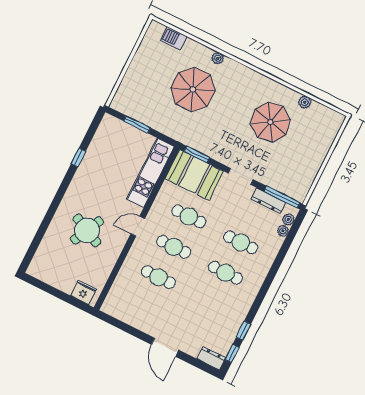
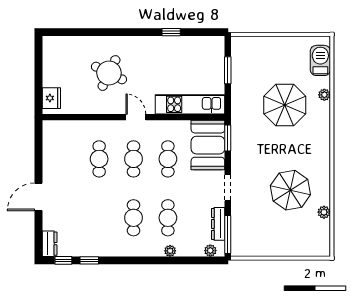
barbecue: (174, 38) -> (320, 60), width x1.38, depth x1.27
plant: (218, 58) -> (324, 95), moved
plant: (283, 231) -> (170, 251), moved

